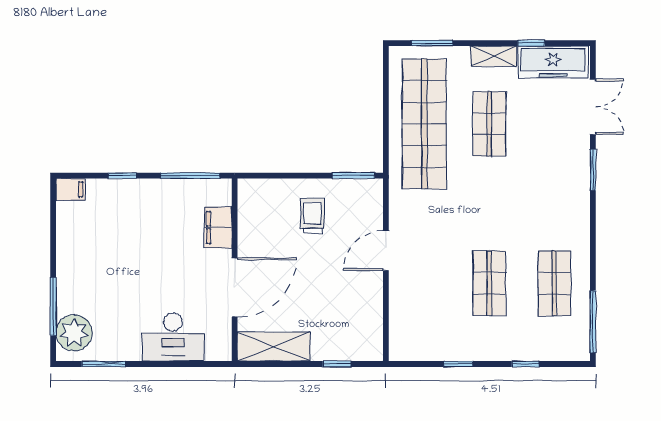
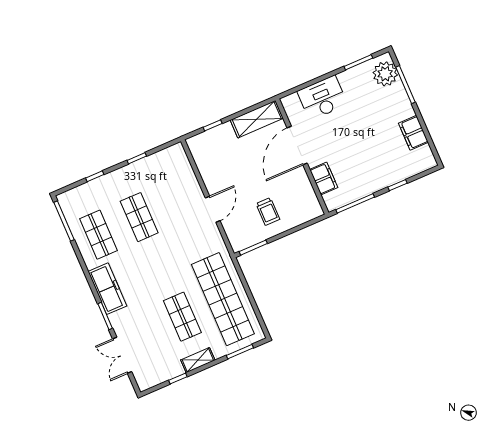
freezer: (553, 62) -> (107, 289), moved, turned 90
filing cabinet: (71, 189) -> (413, 133), moved, width x2.00

